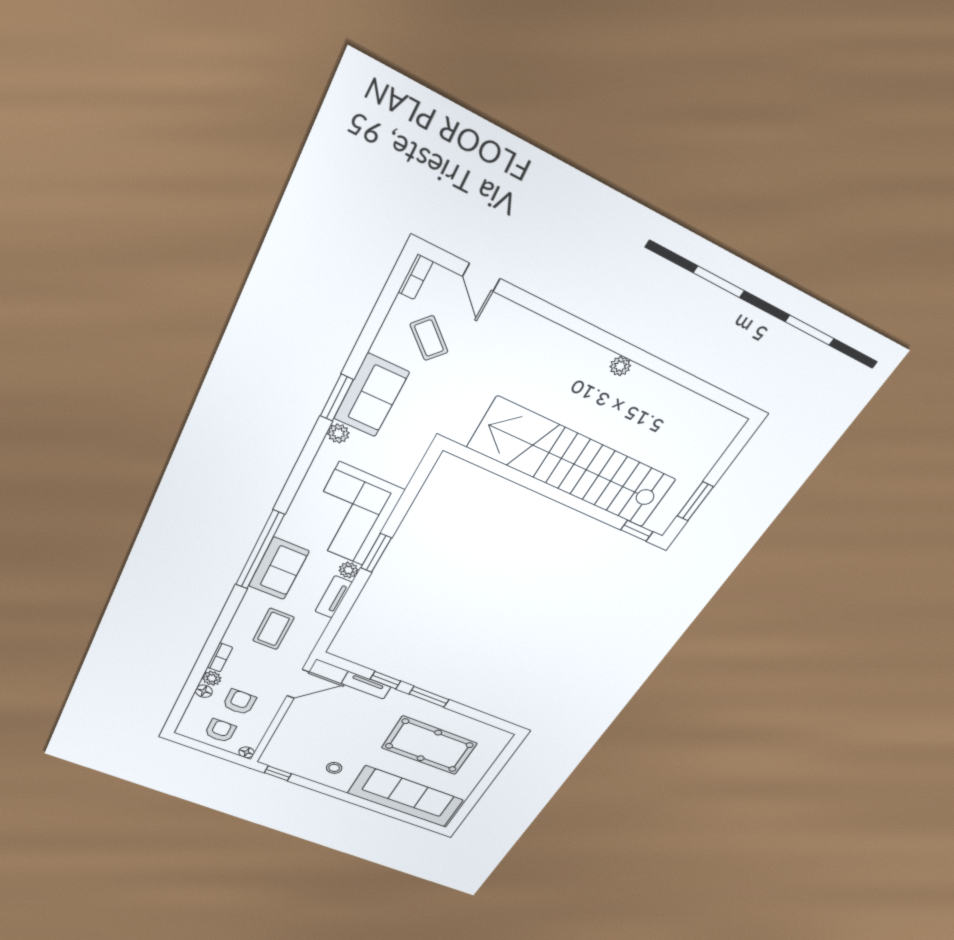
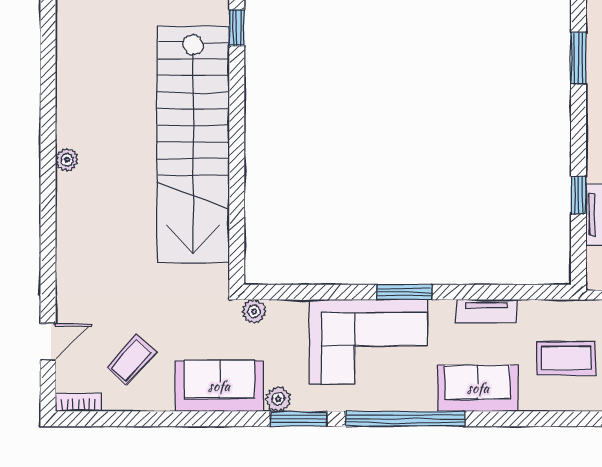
window: (337, 398) -> (299, 419), moved
window: (260, 550) -> (405, 419), moved
plant: (348, 570) -> (254, 311), moved
window: (429, 697) -> (579, 58), moved

